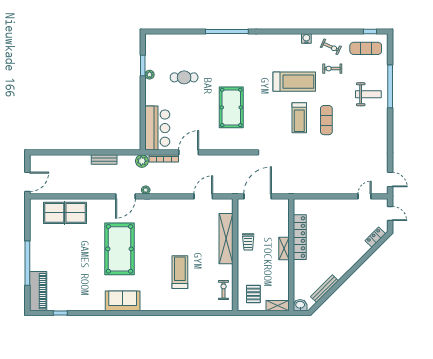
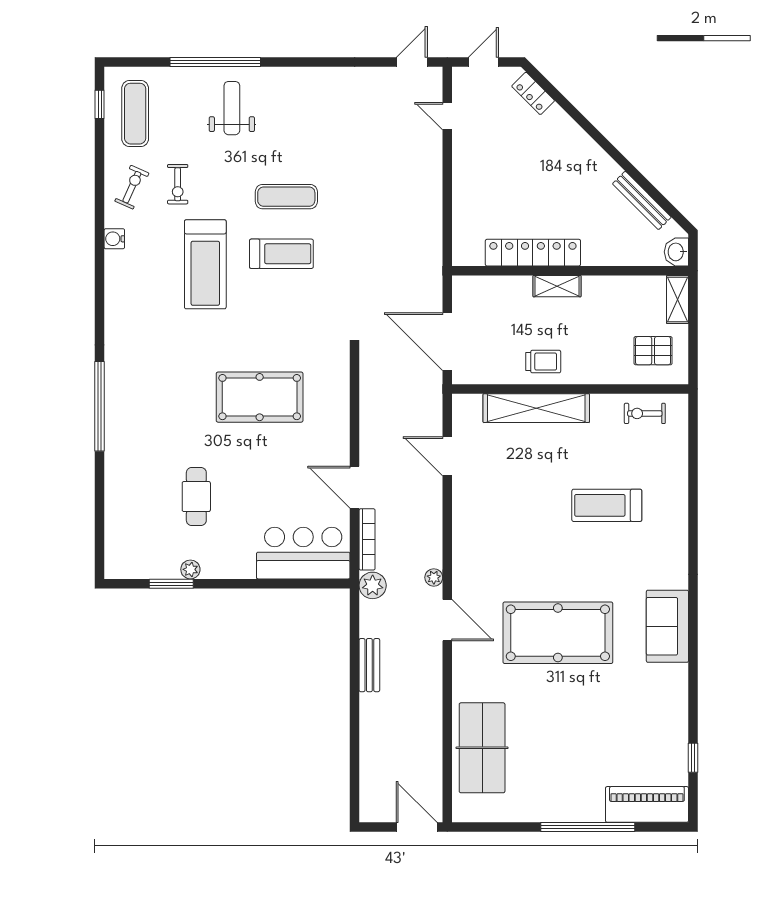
treadmill: (294, 82) -> (205, 264), turned 180

